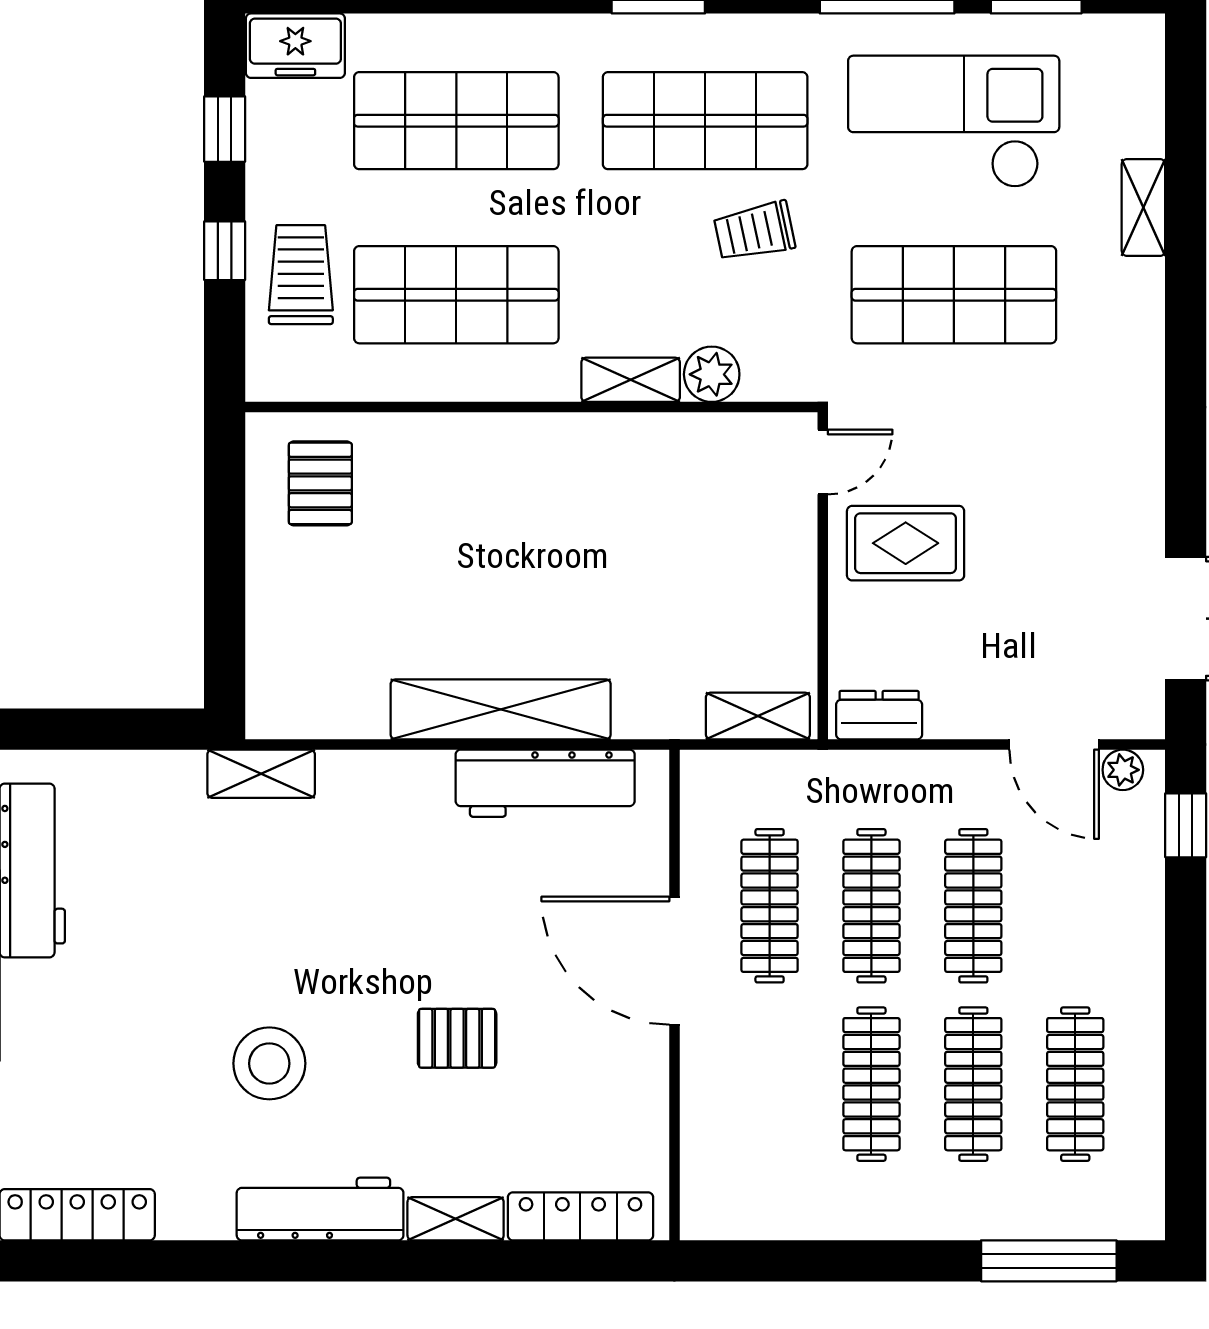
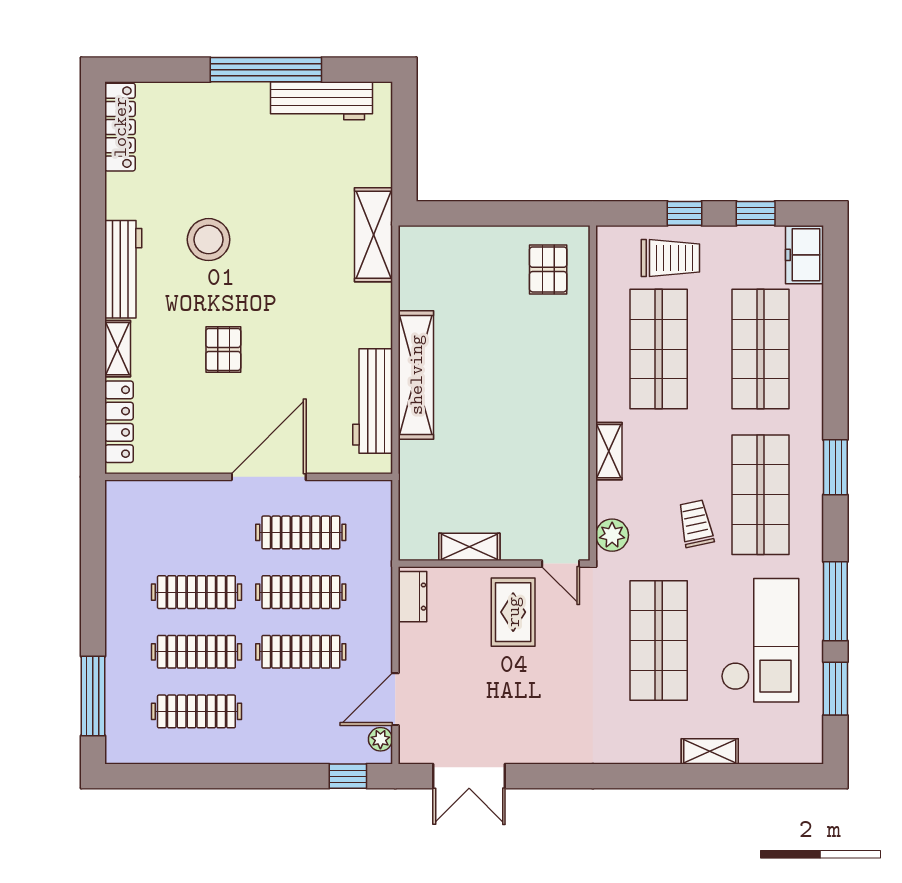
plant: (712, 374) -> (612, 535), moved
pallet: (320, 483) -> (548, 269), turned 90
shelving: (758, 716) -> (469, 547), moved, turned 90
shelving: (261, 774) -> (373, 235), width x1.50, depth x1.33

